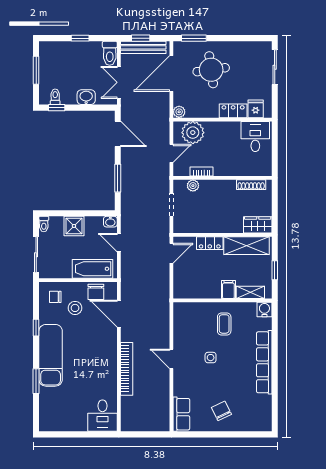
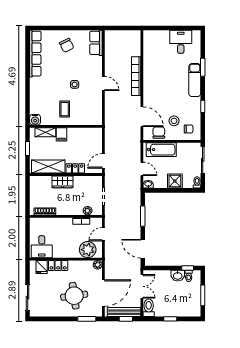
washbasin: (86, 97) -> (178, 276), moved
wardrobe: (258, 225) -> (63, 182), moved
exam couch: (51, 355) -> (195, 80), width x0.73, depth x0.69
row of seats: (264, 362) -> (35, 54), moved
desk: (102, 416) -> (181, 42), moved

